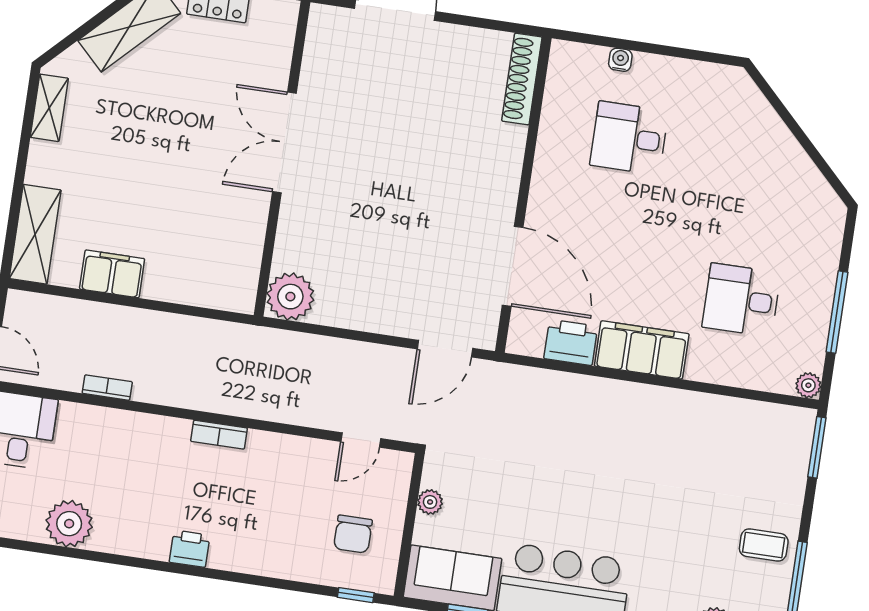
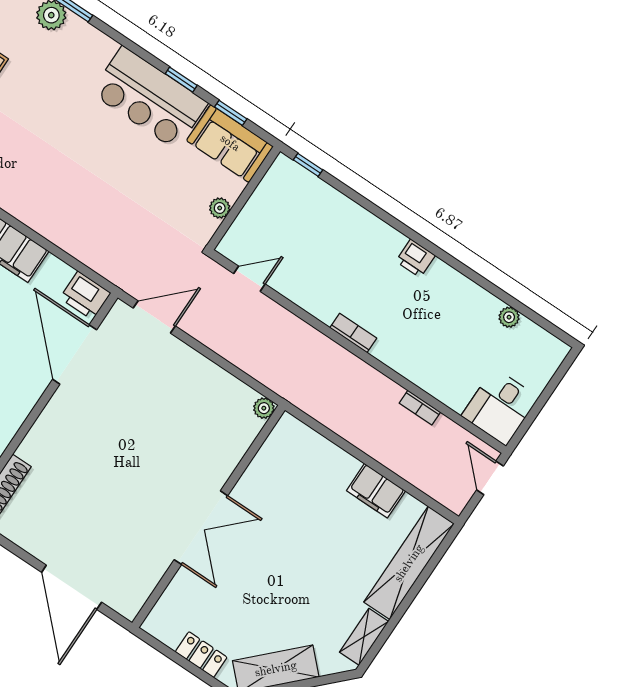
shelving: (35, 234) -> (409, 563), width x1.47
plant: (290, 297) -> (264, 408), width x0.53, depth x0.53
printer: (571, 342) -> (85, 295), moved
plant: (69, 524) -> (509, 317), width x0.53, depth x0.53
chair: (353, 534) -> (289, 211), removed

